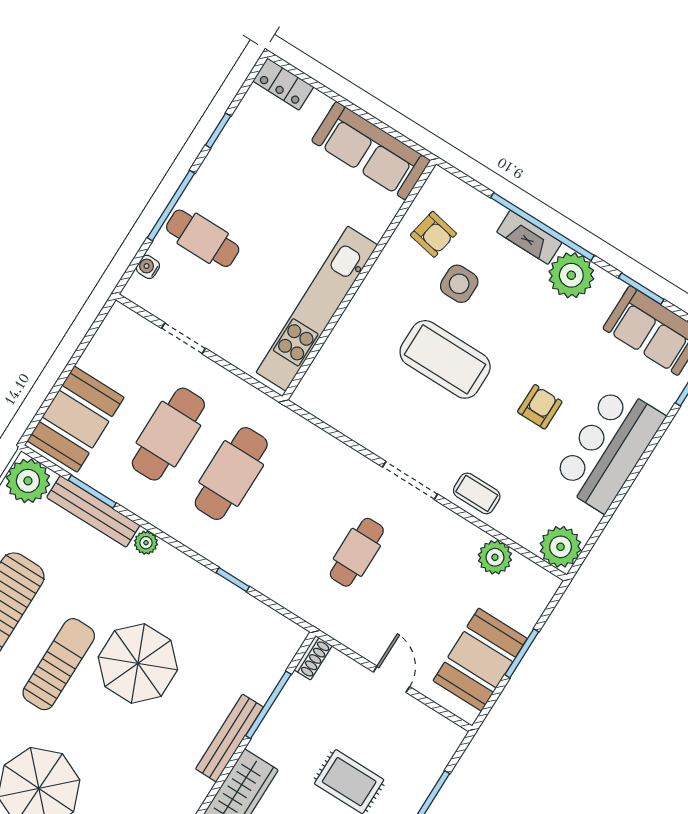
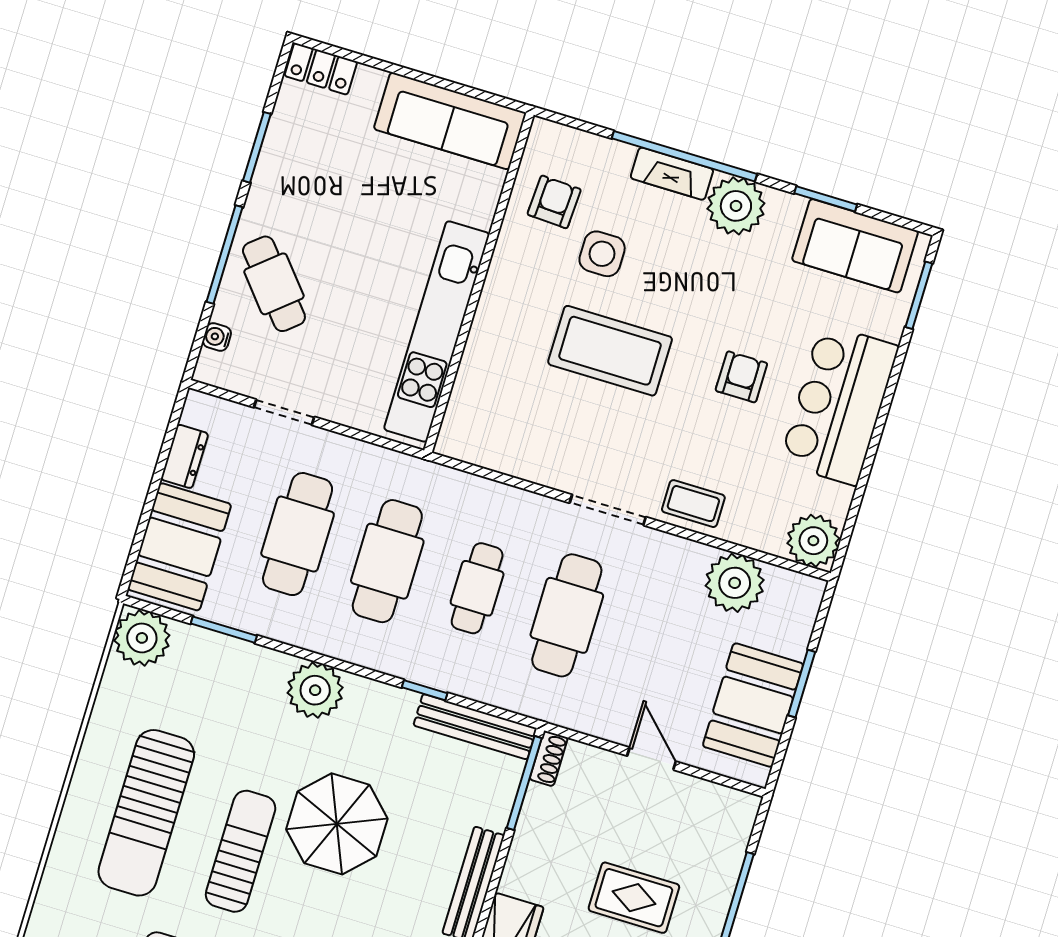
window: (218, 131) -> (257, 147), width x1.50
armchair: (433, 234) -> (554, 202), turned -98
cafe table: (203, 238) -> (274, 284), turned 50
dresser: (98, 351) -> (185, 456), added
bench: (93, 511) -> (475, 727), moved
cafe table: (294, 513) -> (477, 588), added
plant: (146, 543) -> (315, 690), width x1.88, depth x1.88
cafe table: (357, 552) -> (567, 615), width x1.37, depth x1.35
plant: (495, 557) -> (735, 583), width x1.36, depth x1.36
window: (268, 705) -> (524, 783), moved

